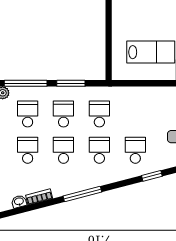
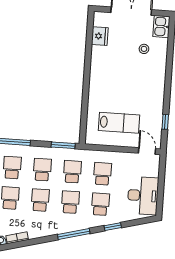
window: (71, 83) -> (63, 145), moved
school desk: (135, 114) -> (102, 174), added
window: (82, 194) -> (74, 234), moved

